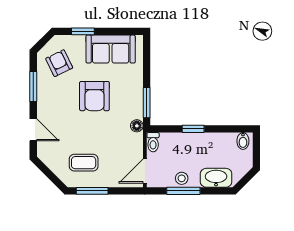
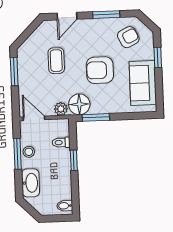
floor lamp: (137, 126) -> (79, 104), width x1.89, depth x1.89
plant: (136, 141) -> (61, 109), added
toilet: (153, 142) -> (61, 143), moved
coffee table: (84, 163) -> (56, 61), moved

